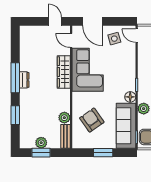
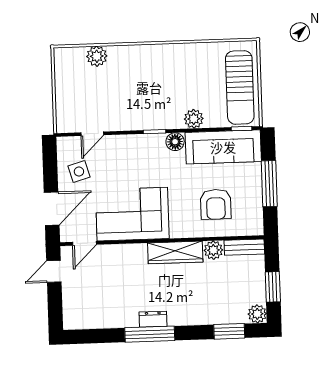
door: (137, 36) -> (92, 134), moved
wardrobe: (64, 72) -> (175, 252), moved
window: (15, 115) -> (229, 331), moved
armchair: (92, 120) -> (216, 204), turned -55
plant: (41, 143) -> (257, 314), moved
window: (103, 153) -> (269, 184), width x1.44

